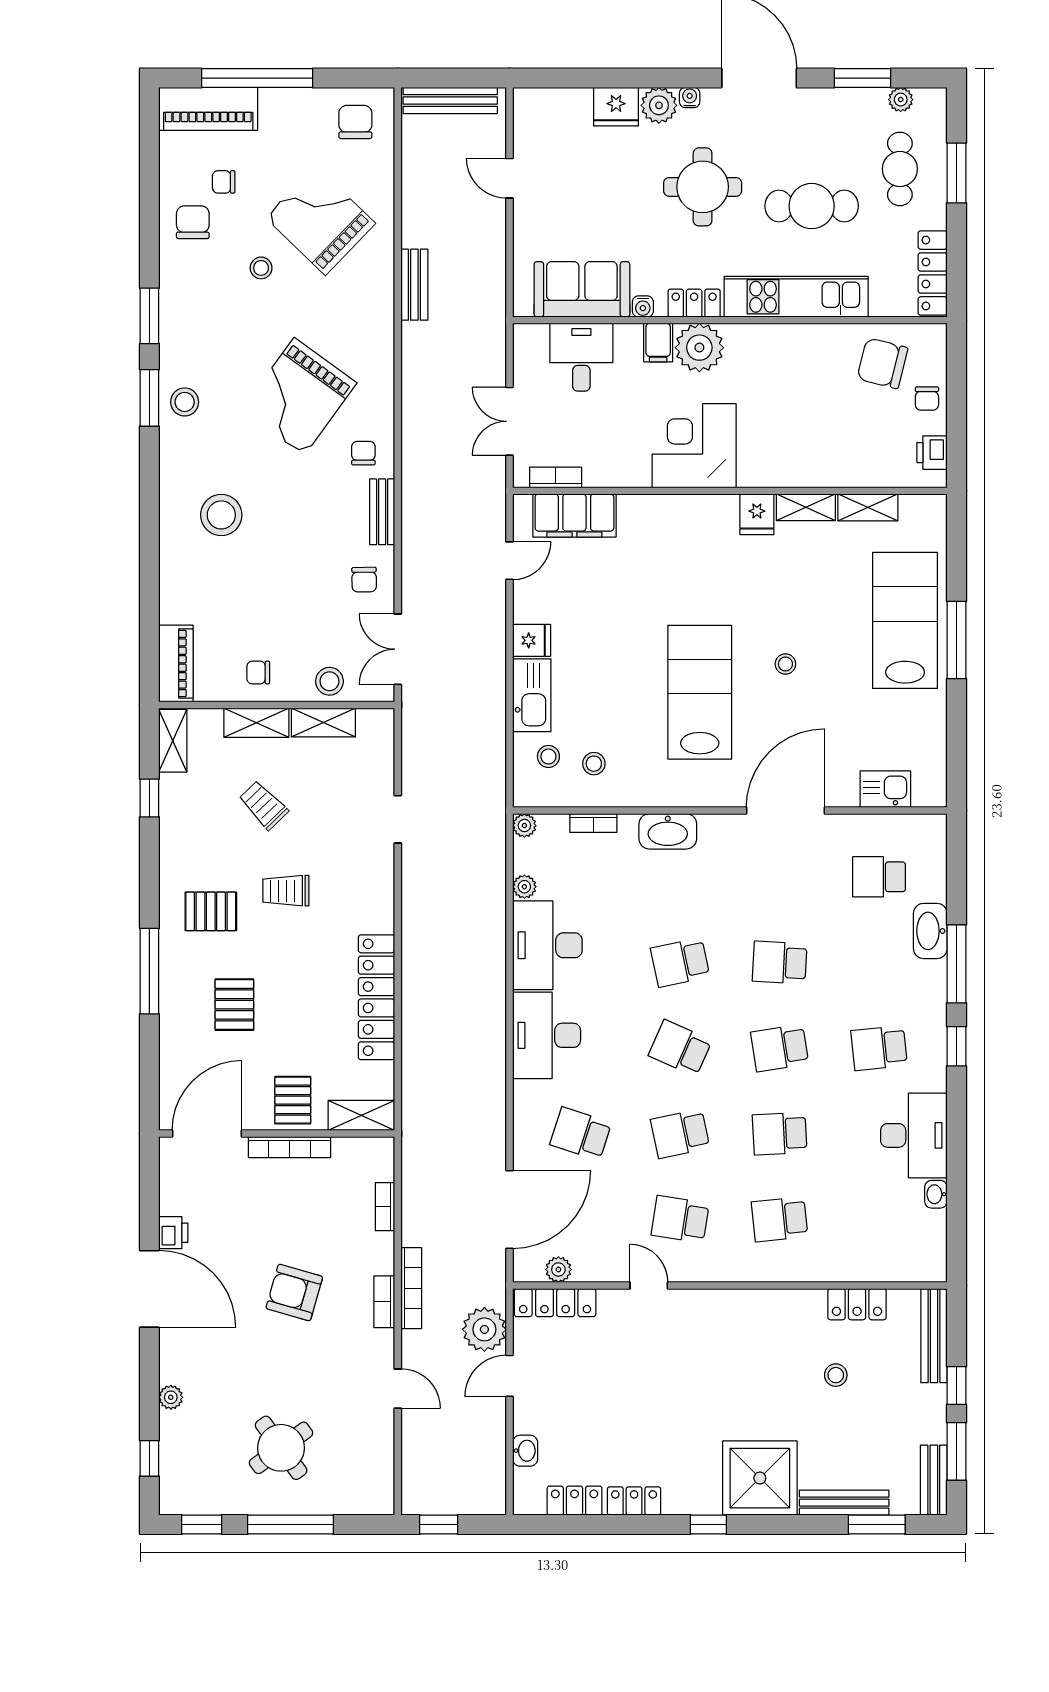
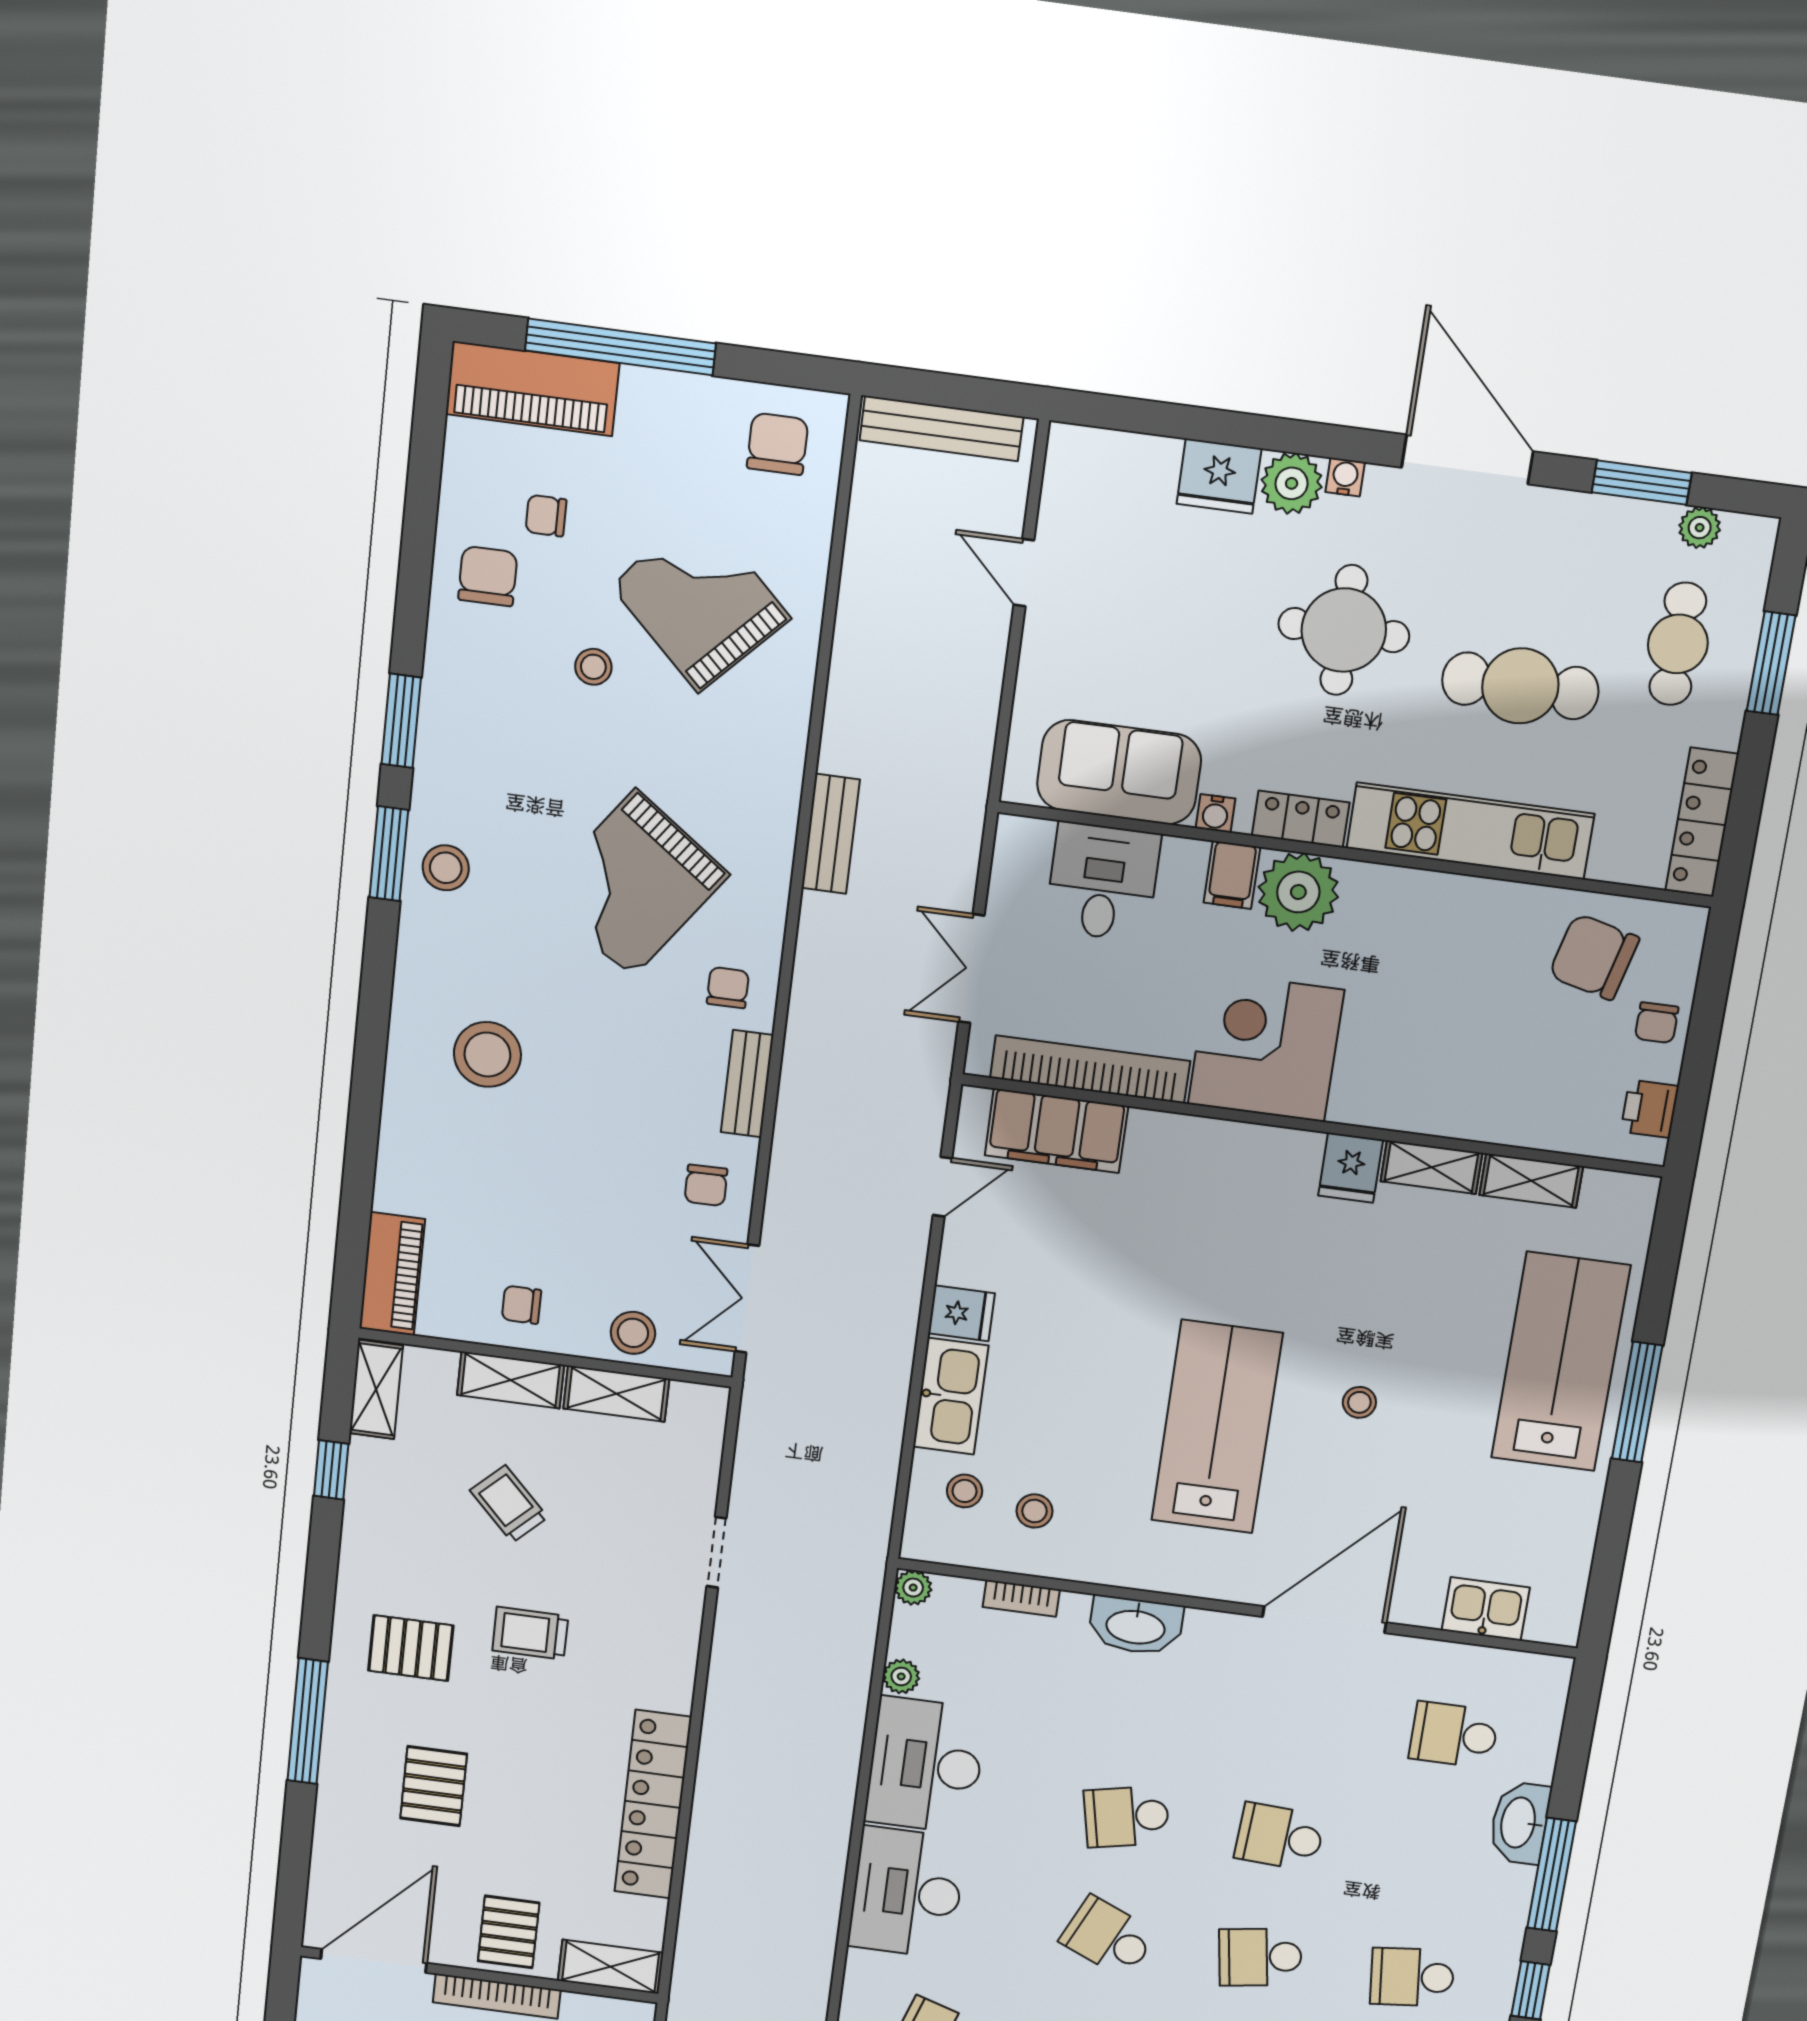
bench: (414, 285) -> (831, 834), moved
bookcase: (556, 477) -> (1090, 1069), width x2.31, depth x1.31

